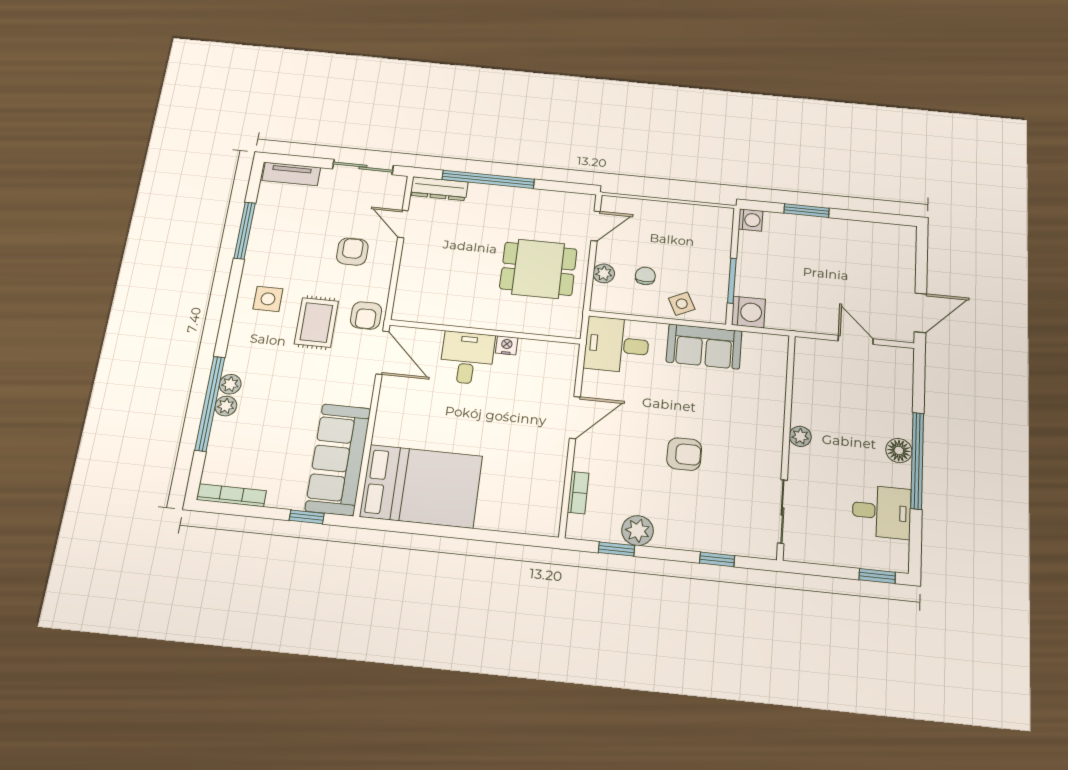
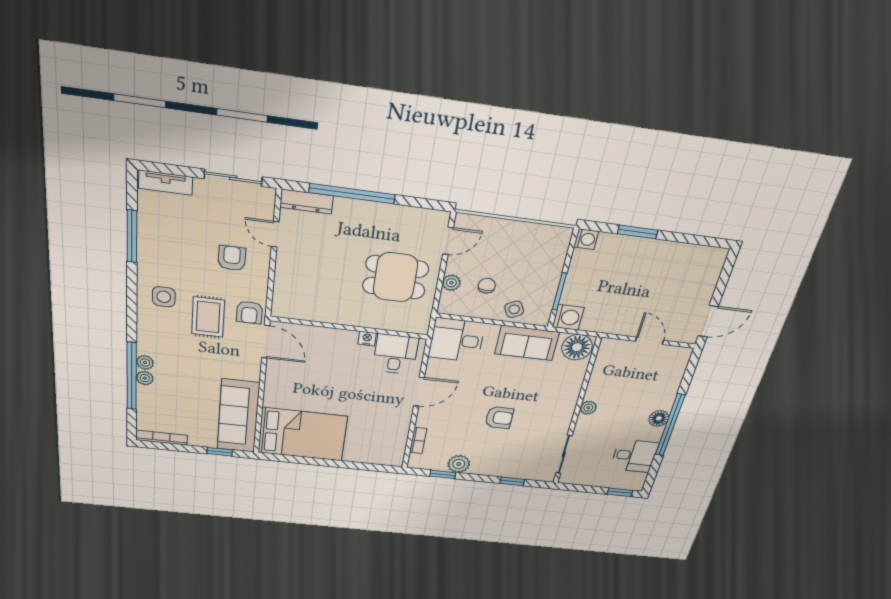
floor lamp: (767, 351) -> (577, 347), added
desk: (467, 358) -> (395, 354), moved

